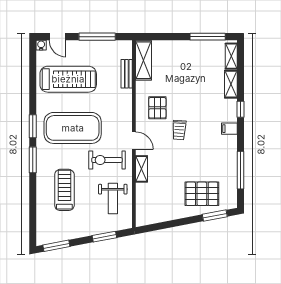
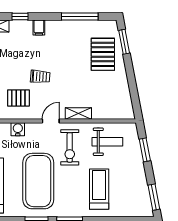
water cooler: (126, 107) -> (18, 129), added
treadmill: (64, 190) -> (99, 189), turned 90

